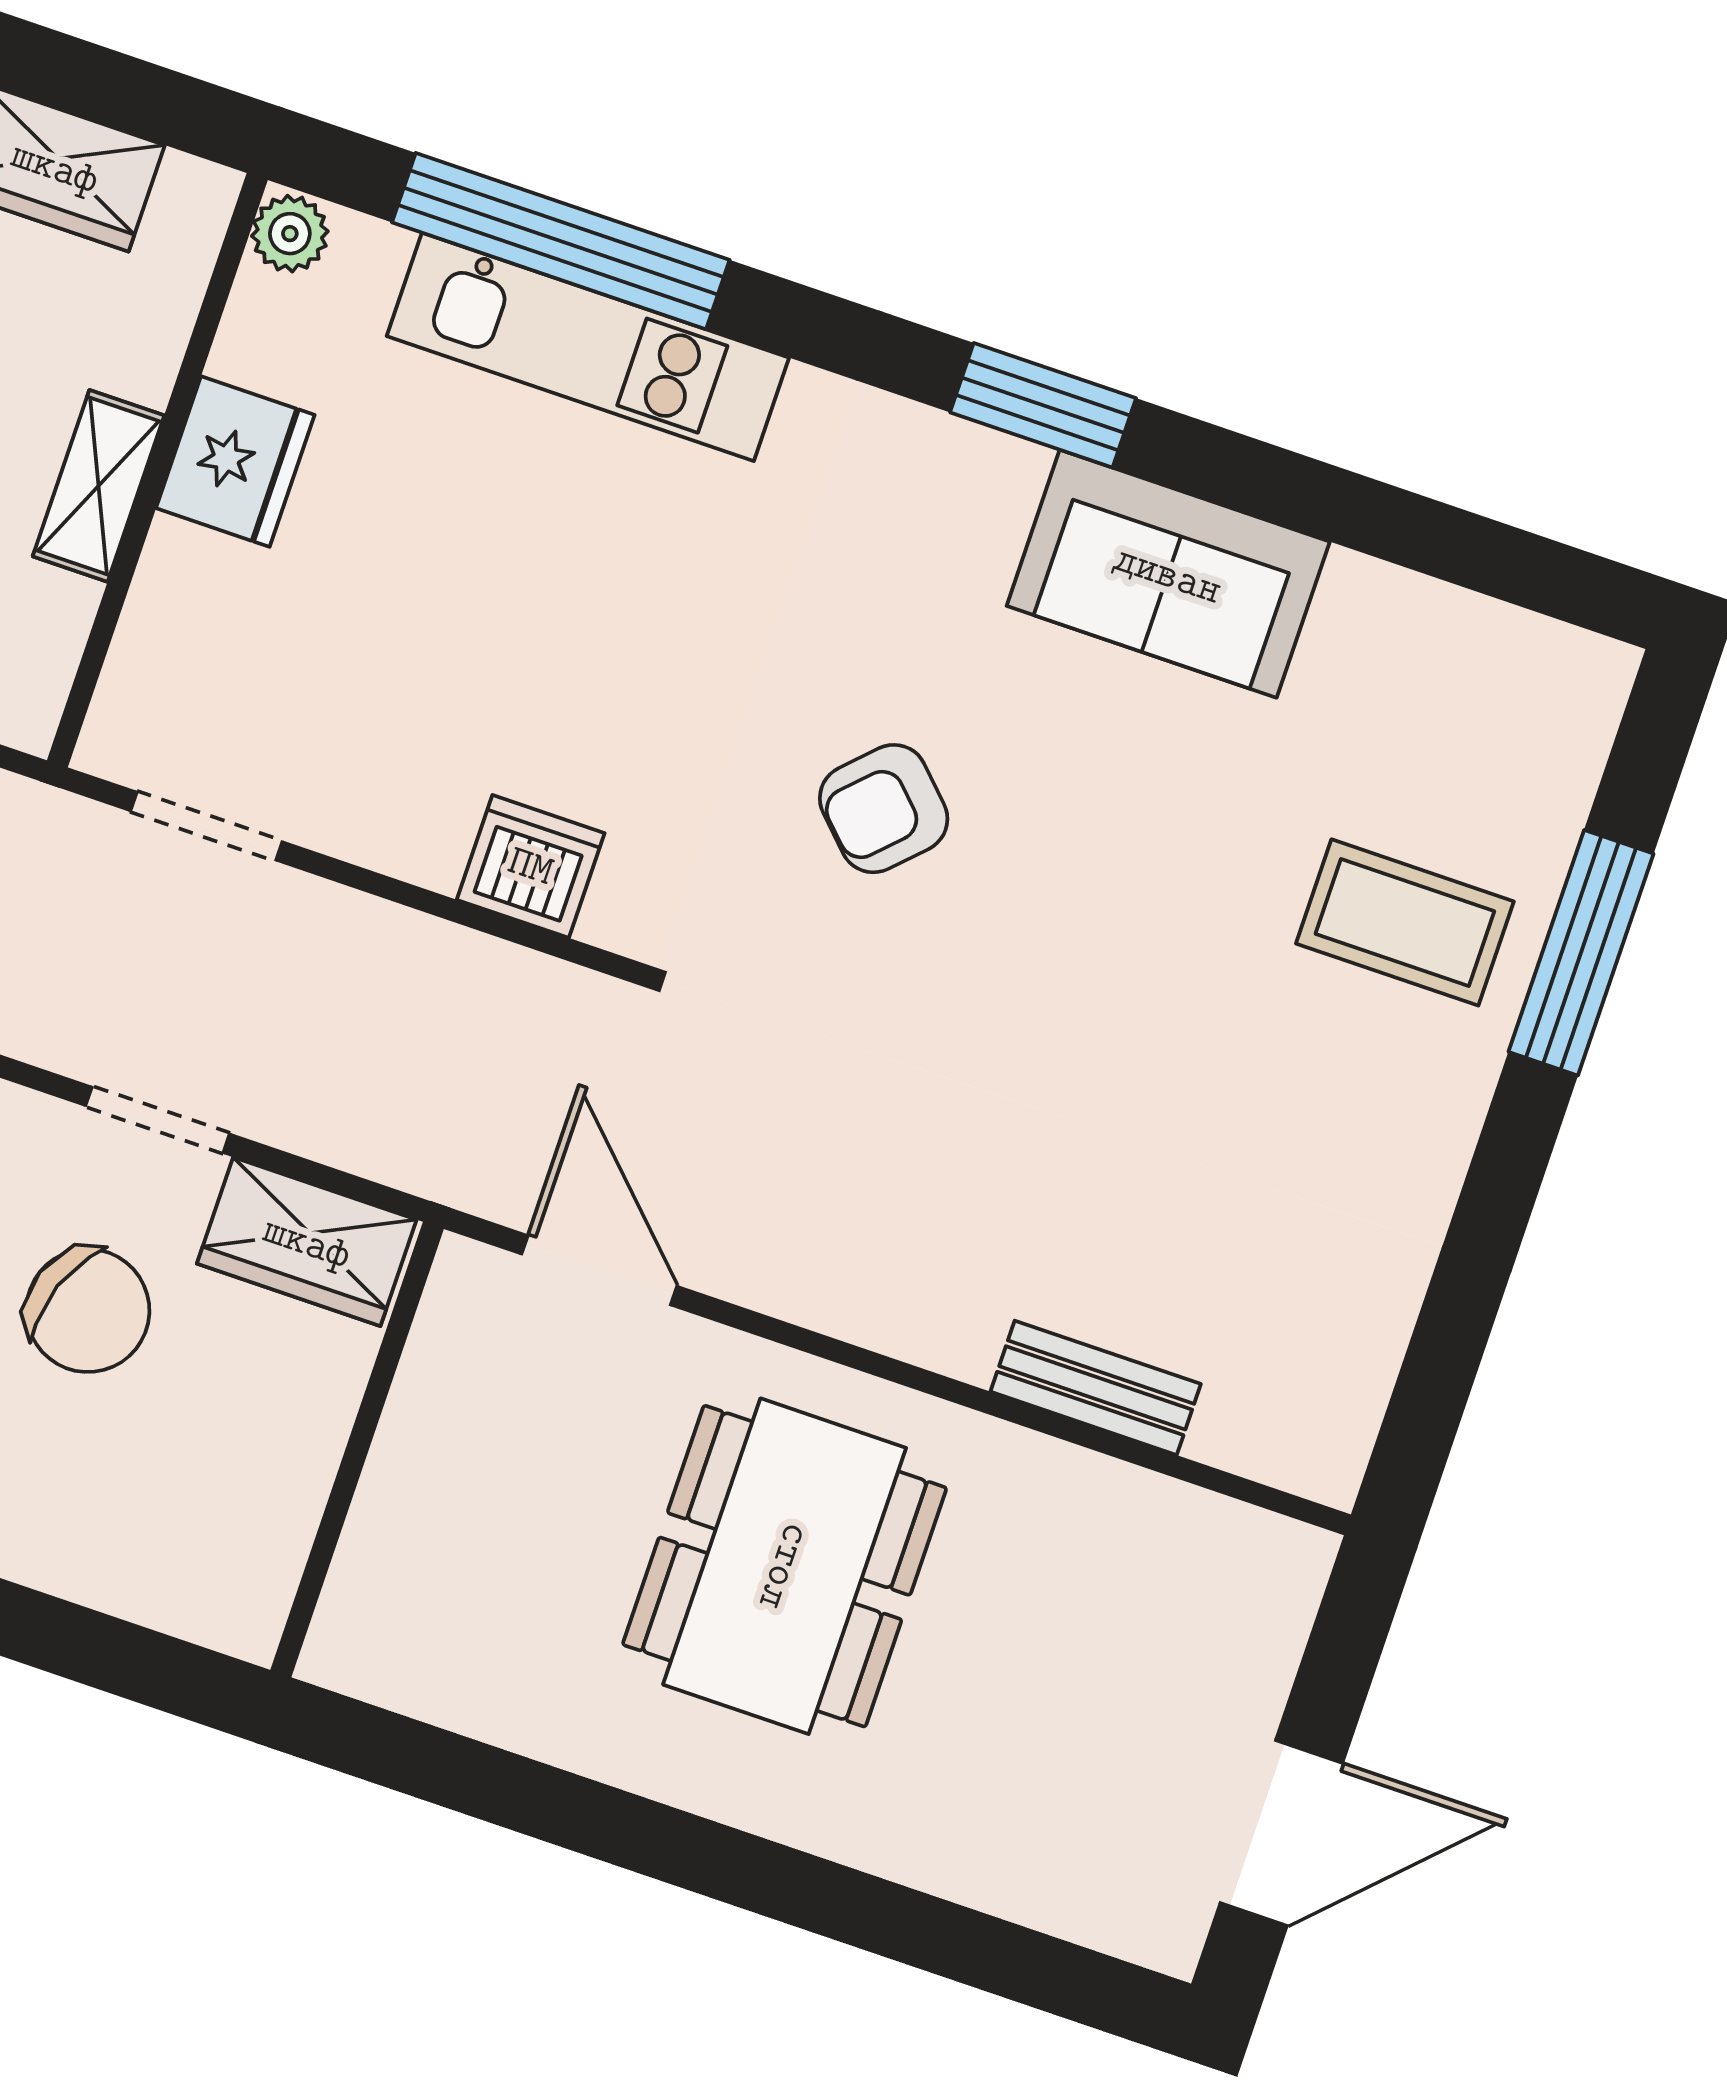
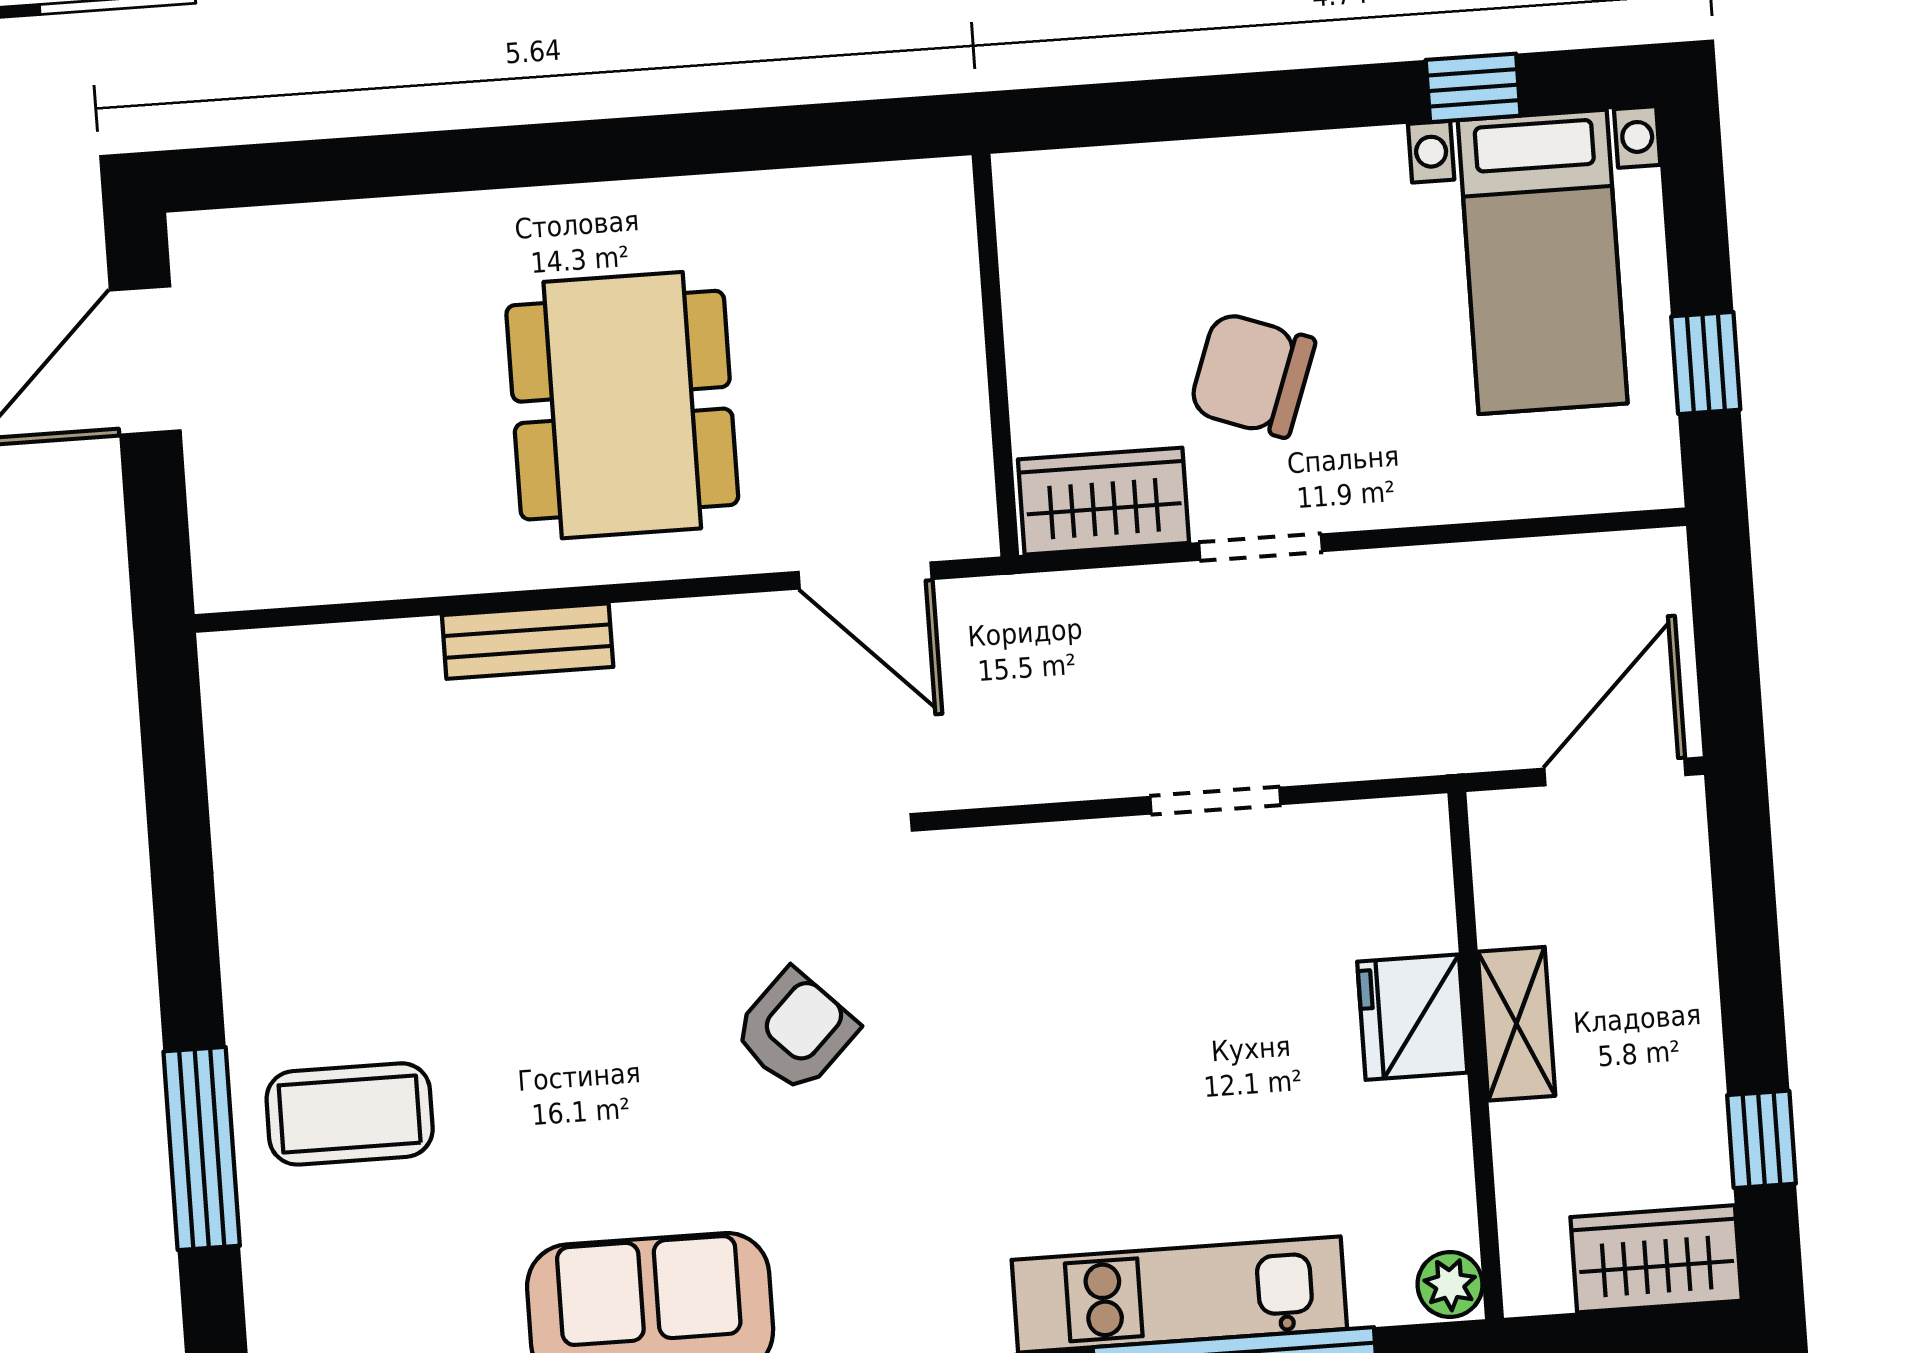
fridge: (235, 462) -> (1412, 1017), moved
doorway: (206, 826) -> (1215, 801), moved
dishwasher: (531, 866) -> (1052, 869), removed
bench: (1096, 1388) -> (528, 641), moved

